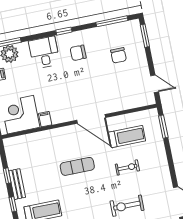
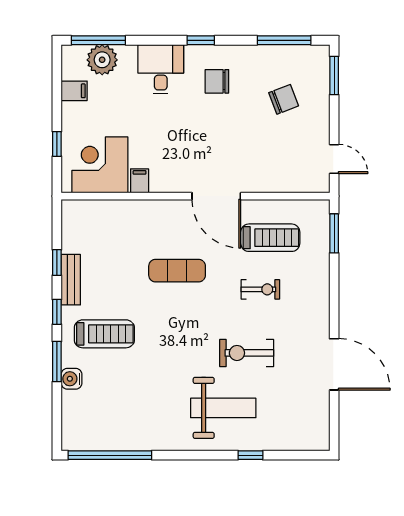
chair: (118, 55) -> (284, 99), turned -111

